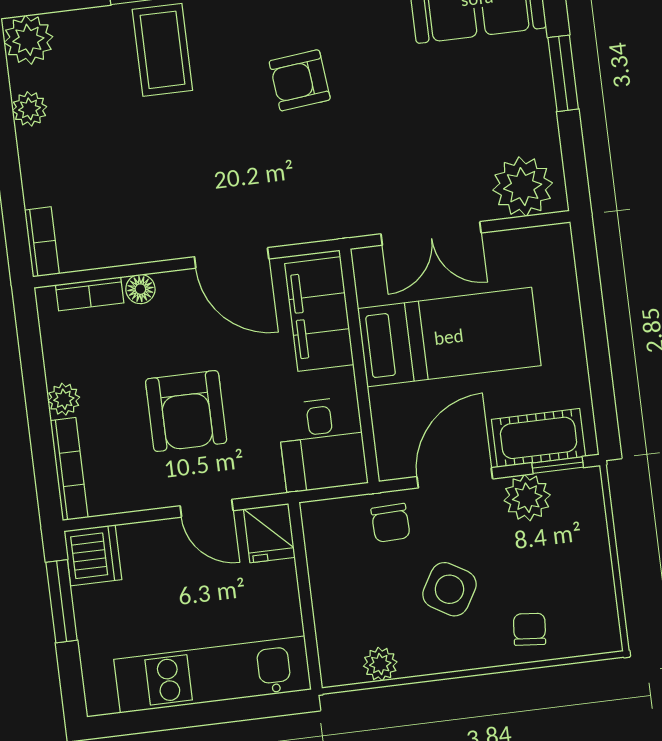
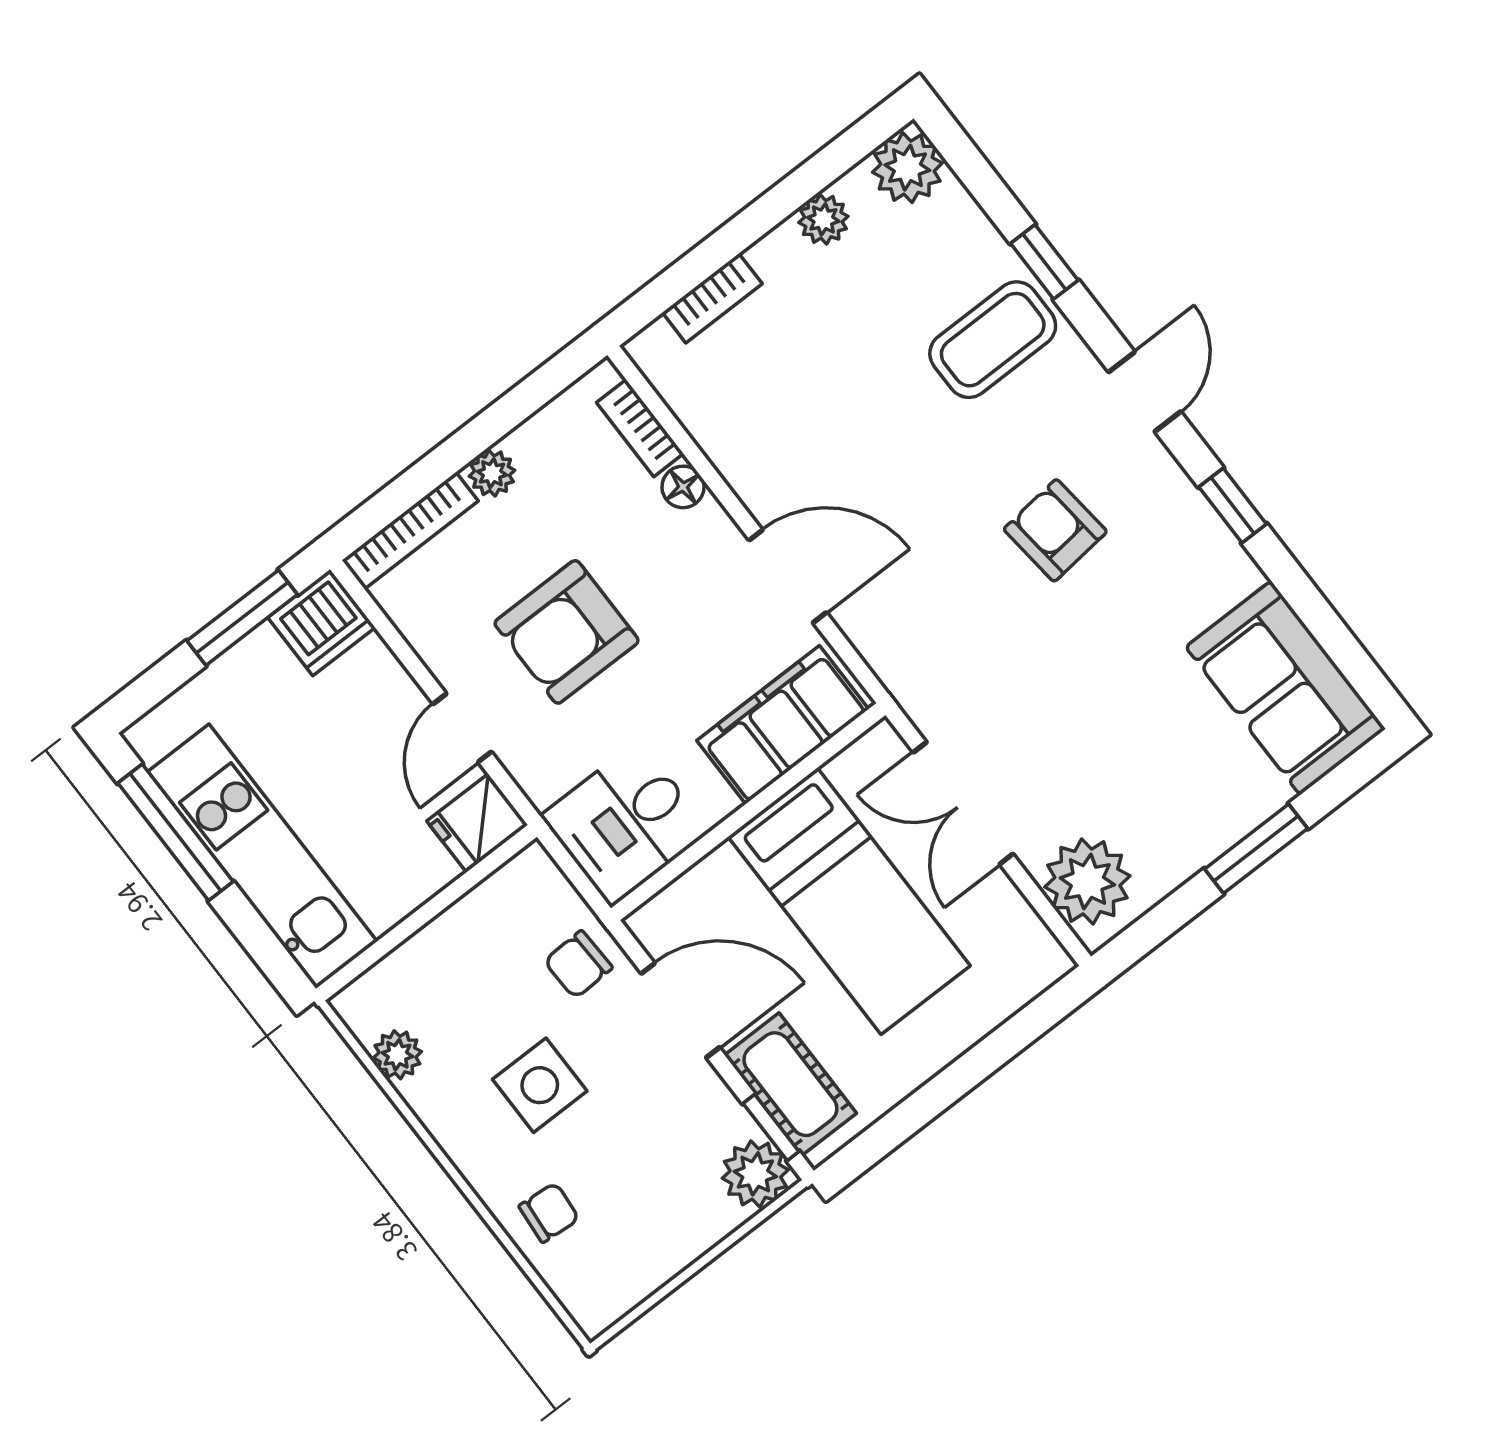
bookcase: (42, 242) -> (712, 298), moved
door: (232, 258) -> (788, 576), swing flipped
plant: (527, 498) -> (755, 1174), moved
side table: (449, 589) -> (540, 1085), turned -31
window: (167, 718) -> (175, 832), added

